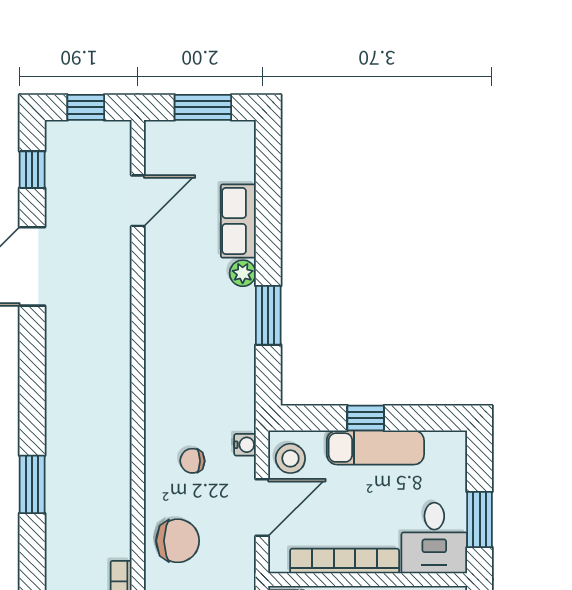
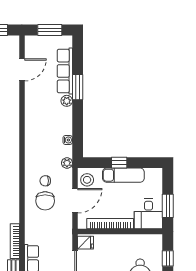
row of seats: (238, 221) -> (65, 71), width x1.48
window: (268, 315) -> (78, 87), moved
plant: (243, 419) -> (67, 163), added
water cooler: (245, 445) -> (68, 140), moved
chair: (178, 541) -> (45, 201), moved, turned 90

